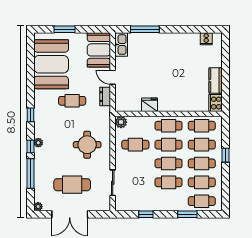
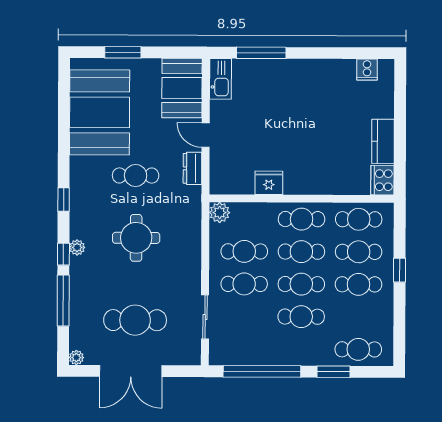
round table: (87, 145) -> (136, 238), moved
cafe table: (202, 182) -> (244, 284), moved
window: (146, 214) -> (262, 371), width x3.17

